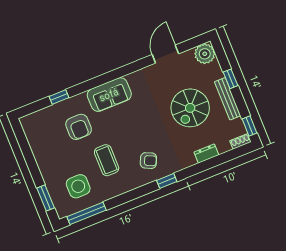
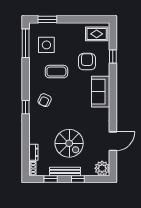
door: (165, 54) -> (113, 141), hinge flipped
spiral stairs: (190, 108) -> (69, 143), turned 180
window: (250, 126) -> (51, 179), moved
armchair: (79, 127) -> (87, 62), turned 90
rug: (39, 129) -> (97, 34), added
dresser: (206, 154) -> (33, 152), moved

